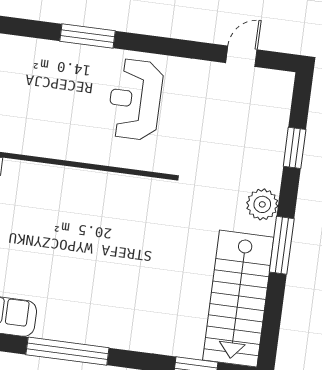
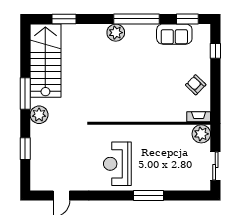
reception desk: (135, 99) -> (117, 164), turned 180
plant: (107, 332) -> (116, 33), added

